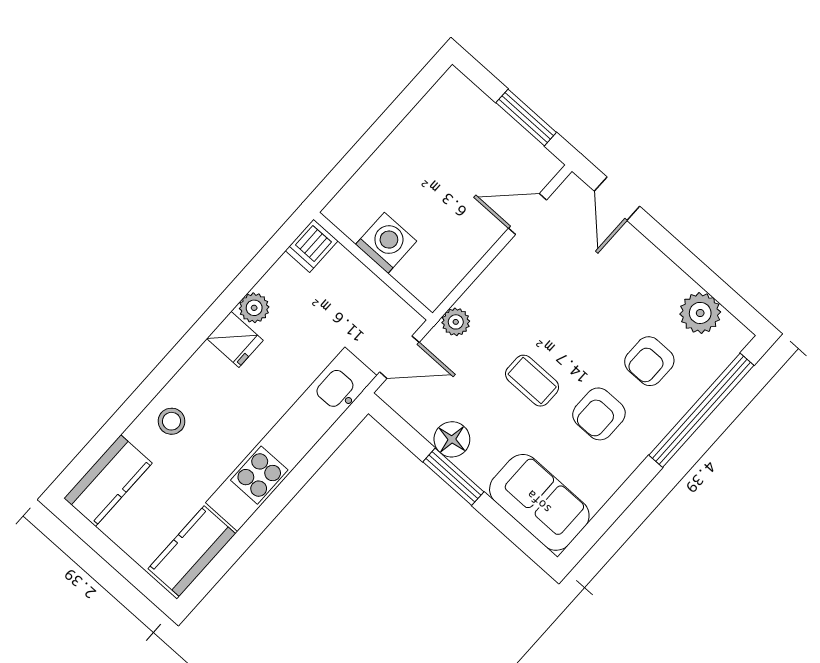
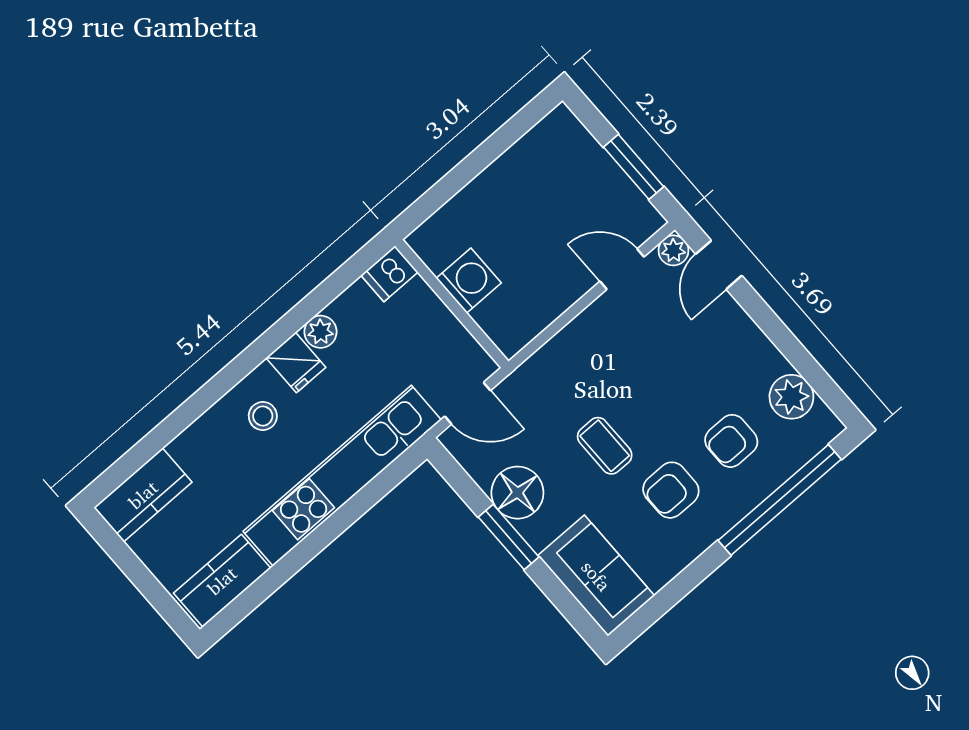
plant: (456, 322) -> (673, 250), moved
stool: (172, 421) -> (263, 416), moved
floor lamp: (452, 439) -> (517, 493), width x1.38, depth x1.38

